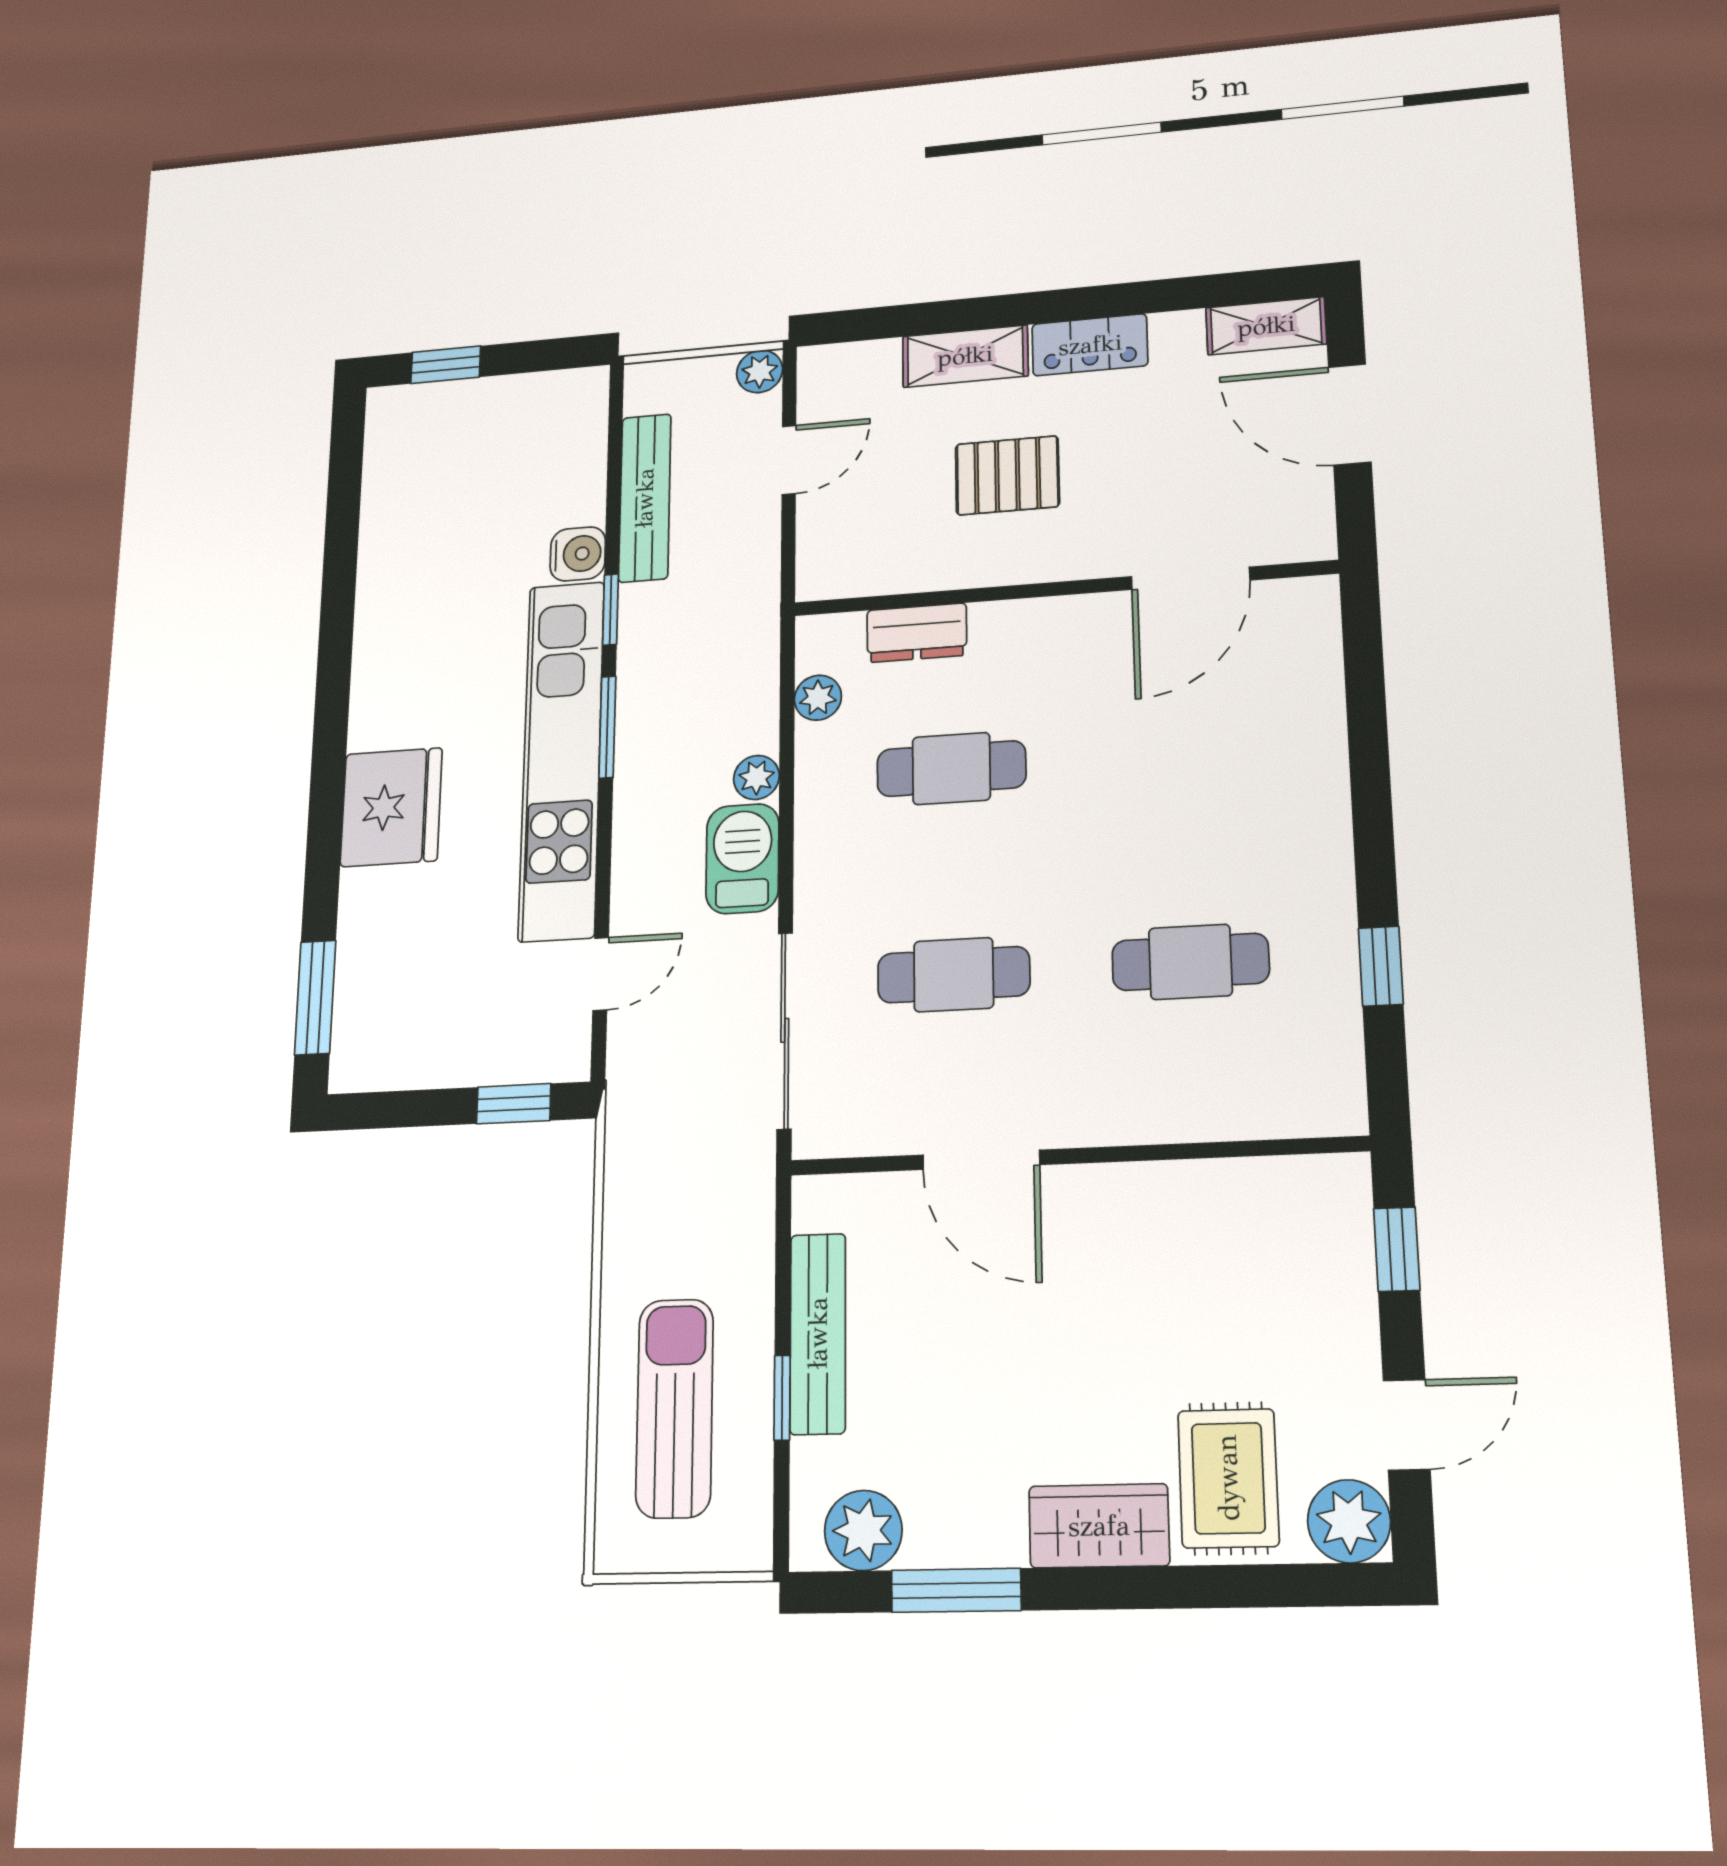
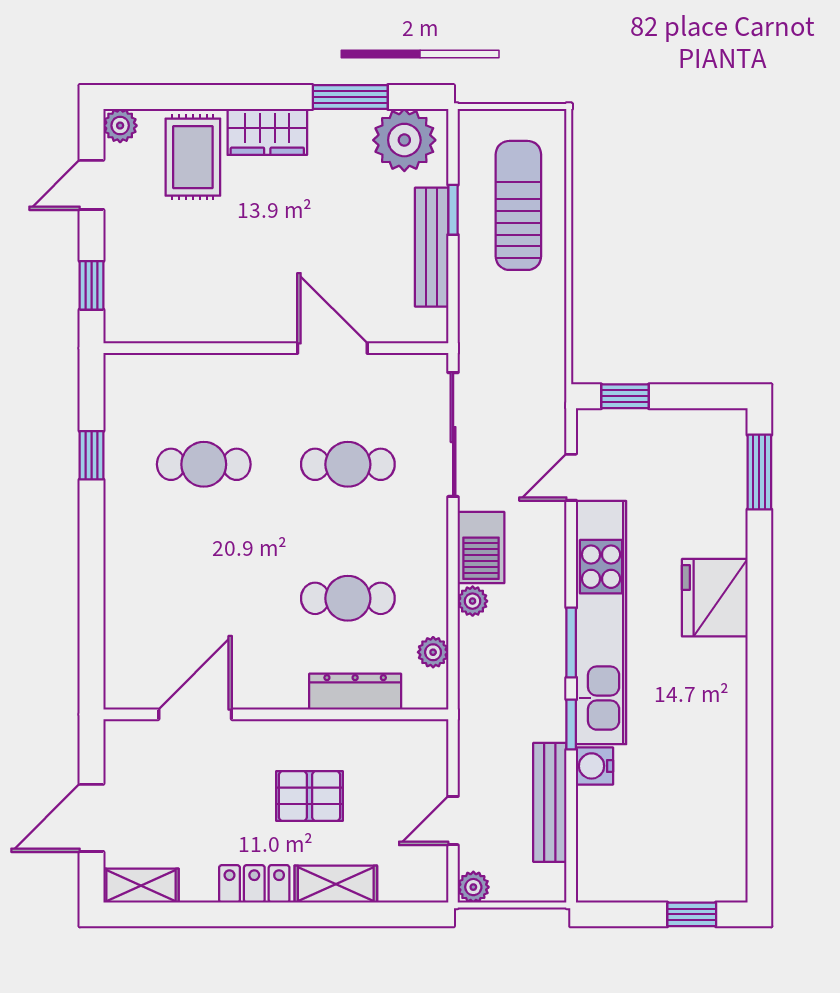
door: (1350, 414) -> (92, 818), swing flipped
dresser: (917, 633) -> (355, 692), width x1.44
sun lounger: (675, 1408) -> (518, 205), turned 180
plant: (1349, 1521) -> (120, 126), width x0.73, depth x0.73
plant: (863, 1530) -> (404, 140), width x1.36, depth x1.36

